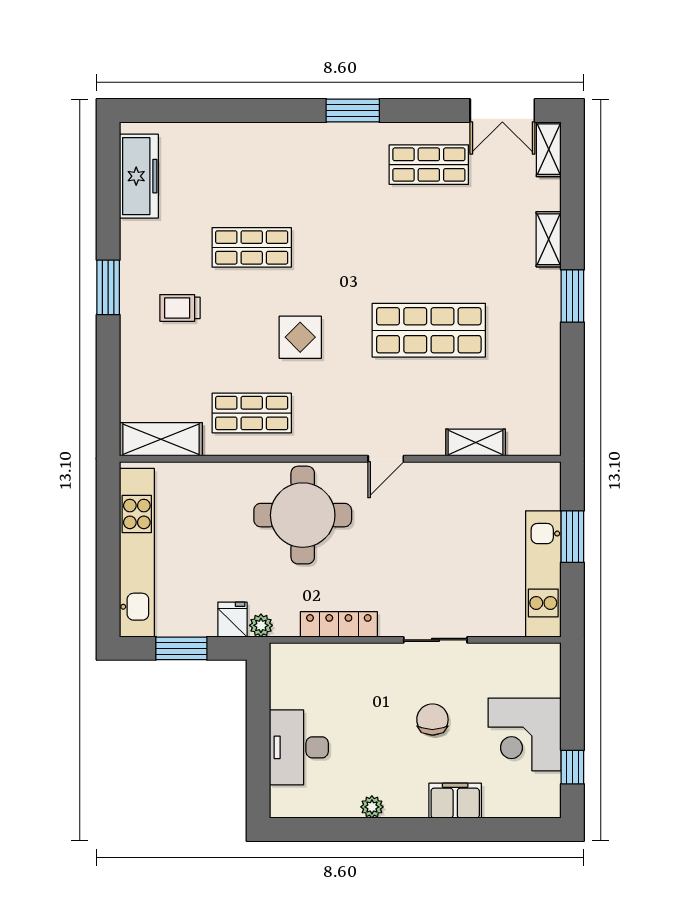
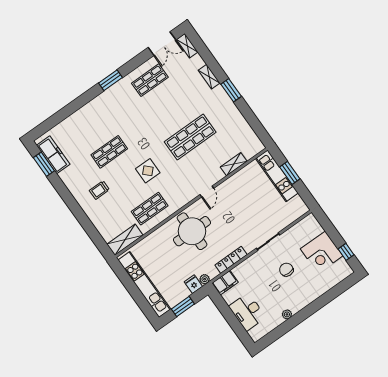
window: (108, 287) -> (44, 164), moved
kitchen unit: (543, 574) -> (277, 176), moved
filing cabinet: (455, 801) -> (225, 283), moved, turned 180

